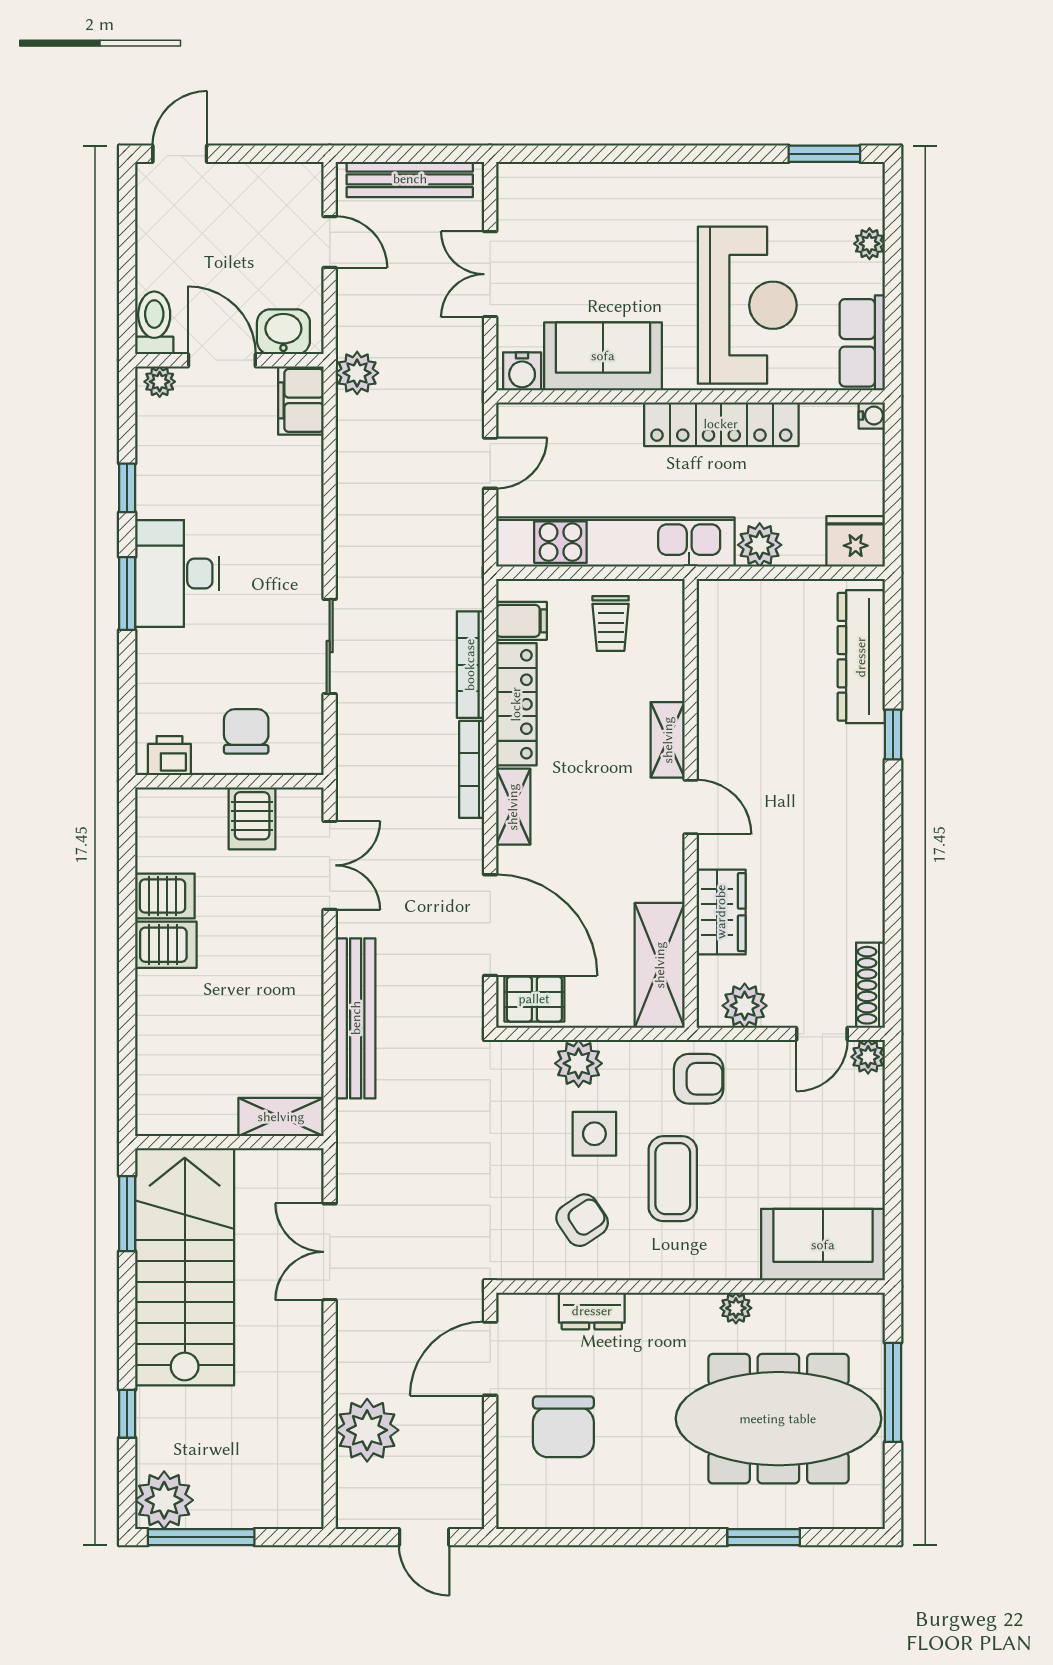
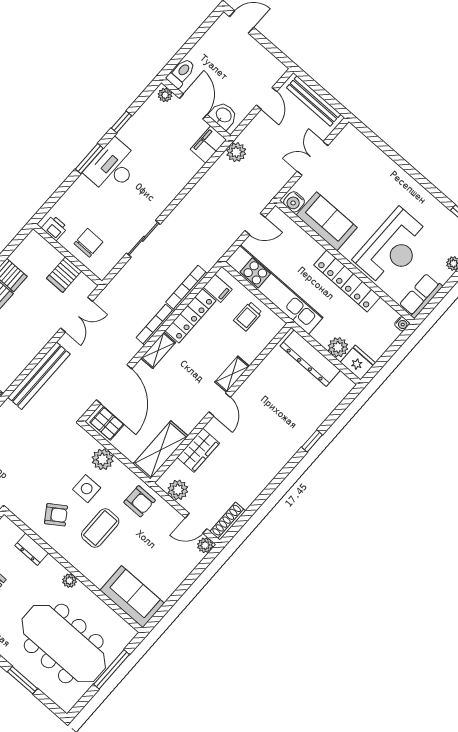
plant: (760, 545) -> (338, 347), moved
dresser: (861, 657) -> (310, 358), moved, turned -90
plant: (736, 1308) -> (70, 581), moved

